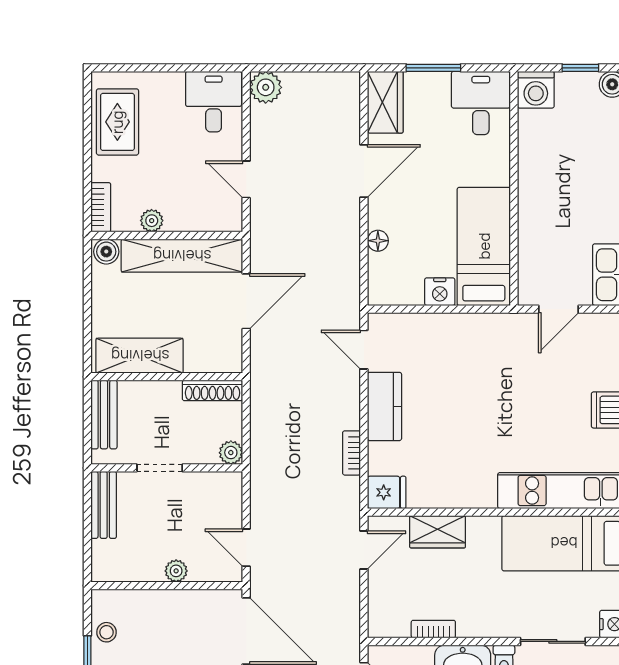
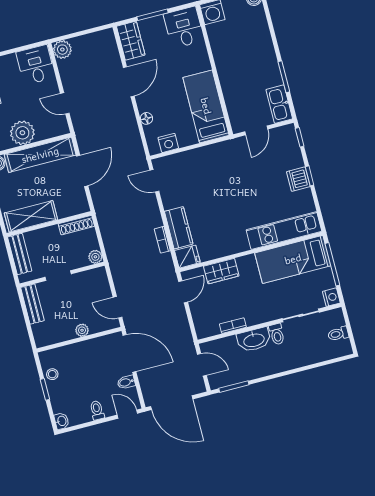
plant: (152, 221) -> (22, 133), width x1.88, depth x1.88
nightstand: (440, 292) -> (168, 143), moved
kitchen counter: (384, 406) -> (179, 228), moved

